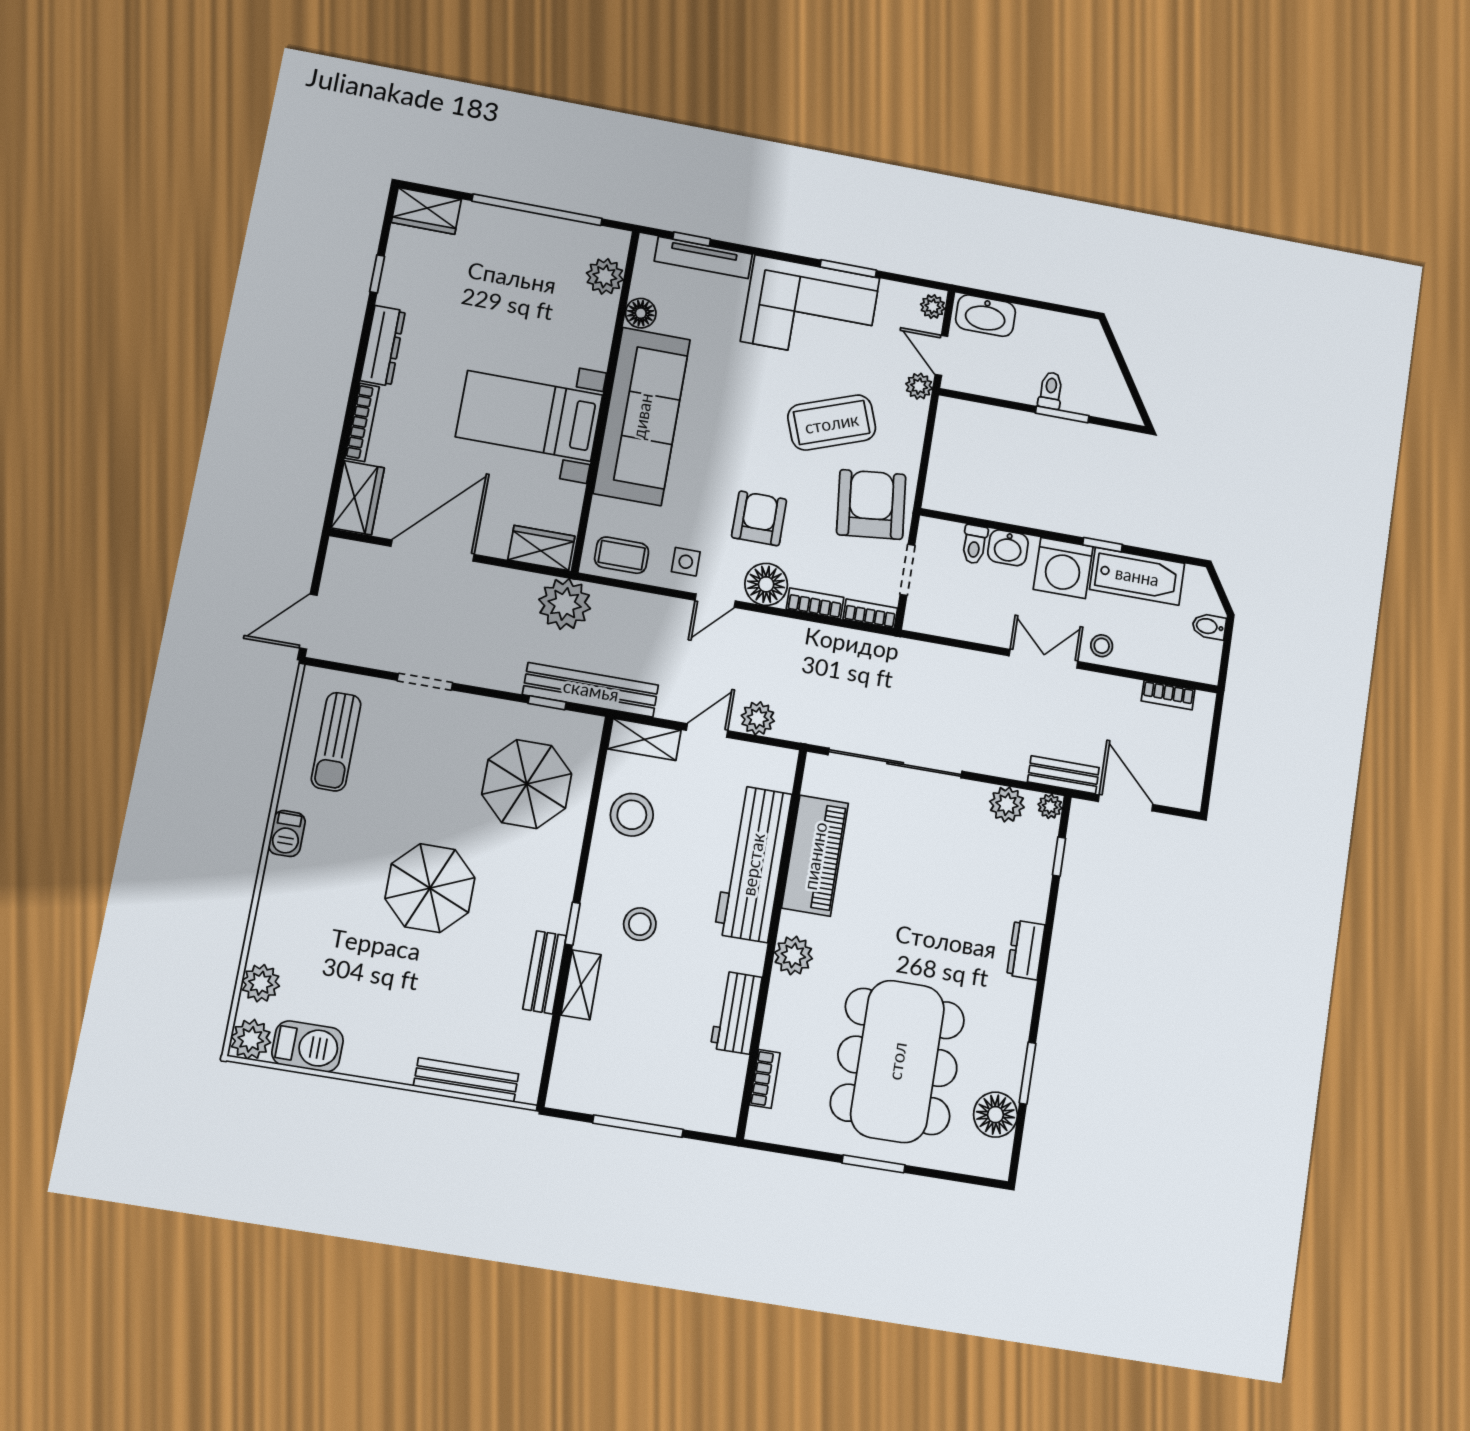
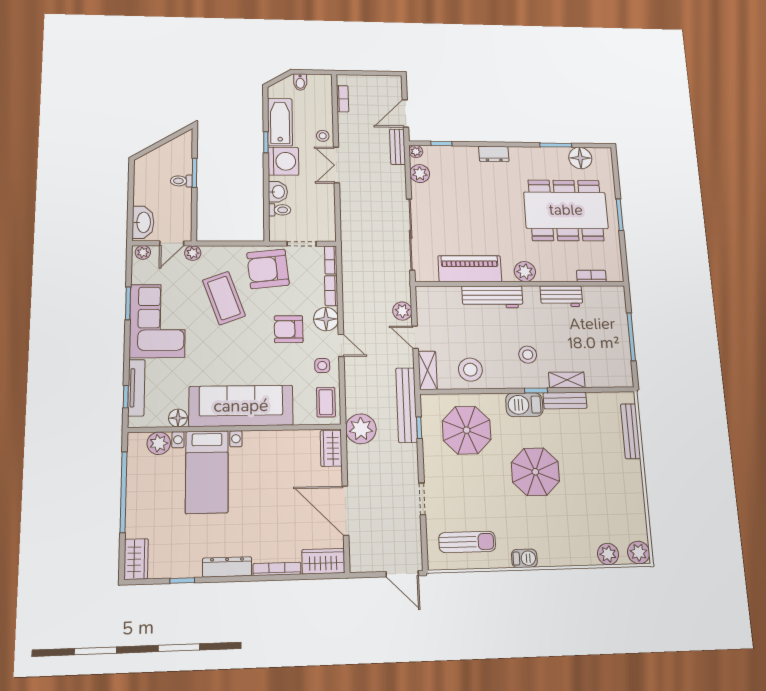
bed with nightstands: (529, 416) -> (207, 472), moved
workbench: (753, 864) -> (492, 297), width x0.73, depth x0.76
barbecue: (308, 1046) -> (524, 405), moved, turned -90

